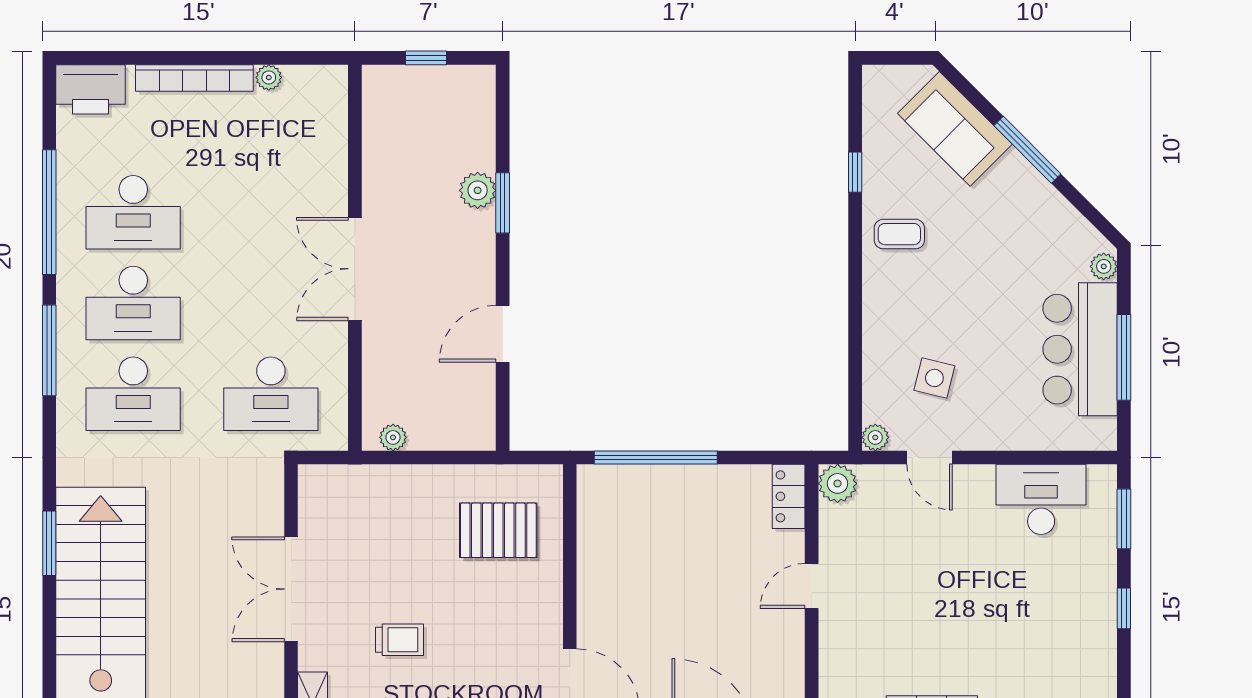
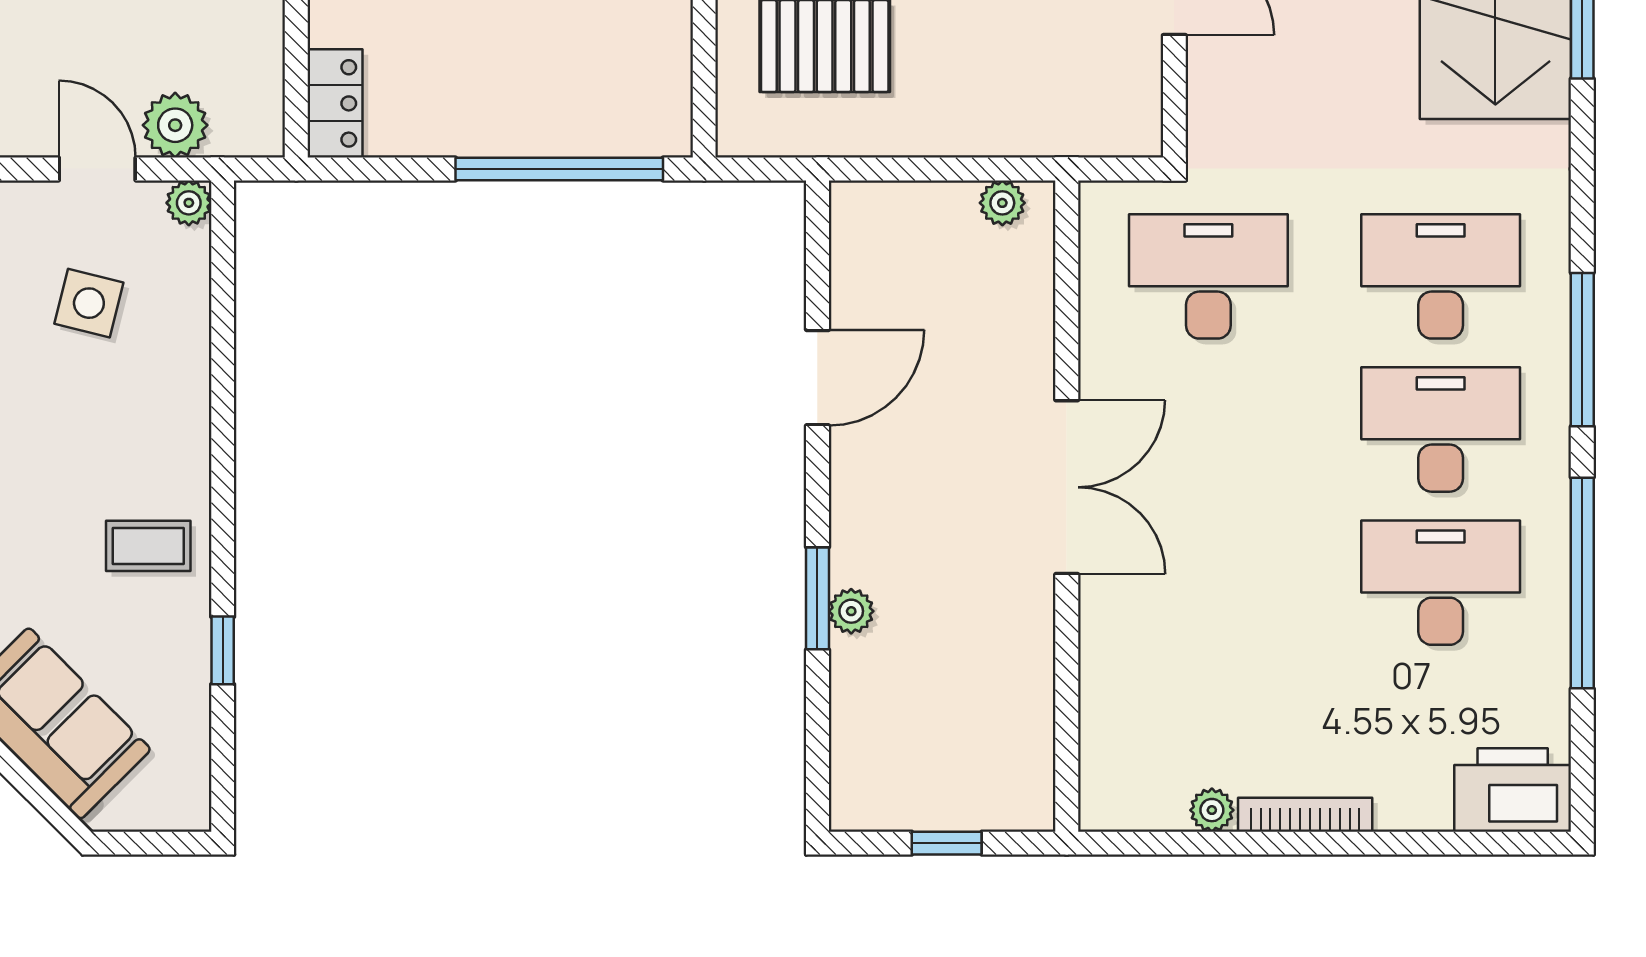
bookcase: (194, 78) -> (1305, 815), width x0.68, depth x0.76
plant: (478, 190) -> (851, 611), width x0.73, depth x0.73
plant: (838, 483) -> (175, 125), moved

